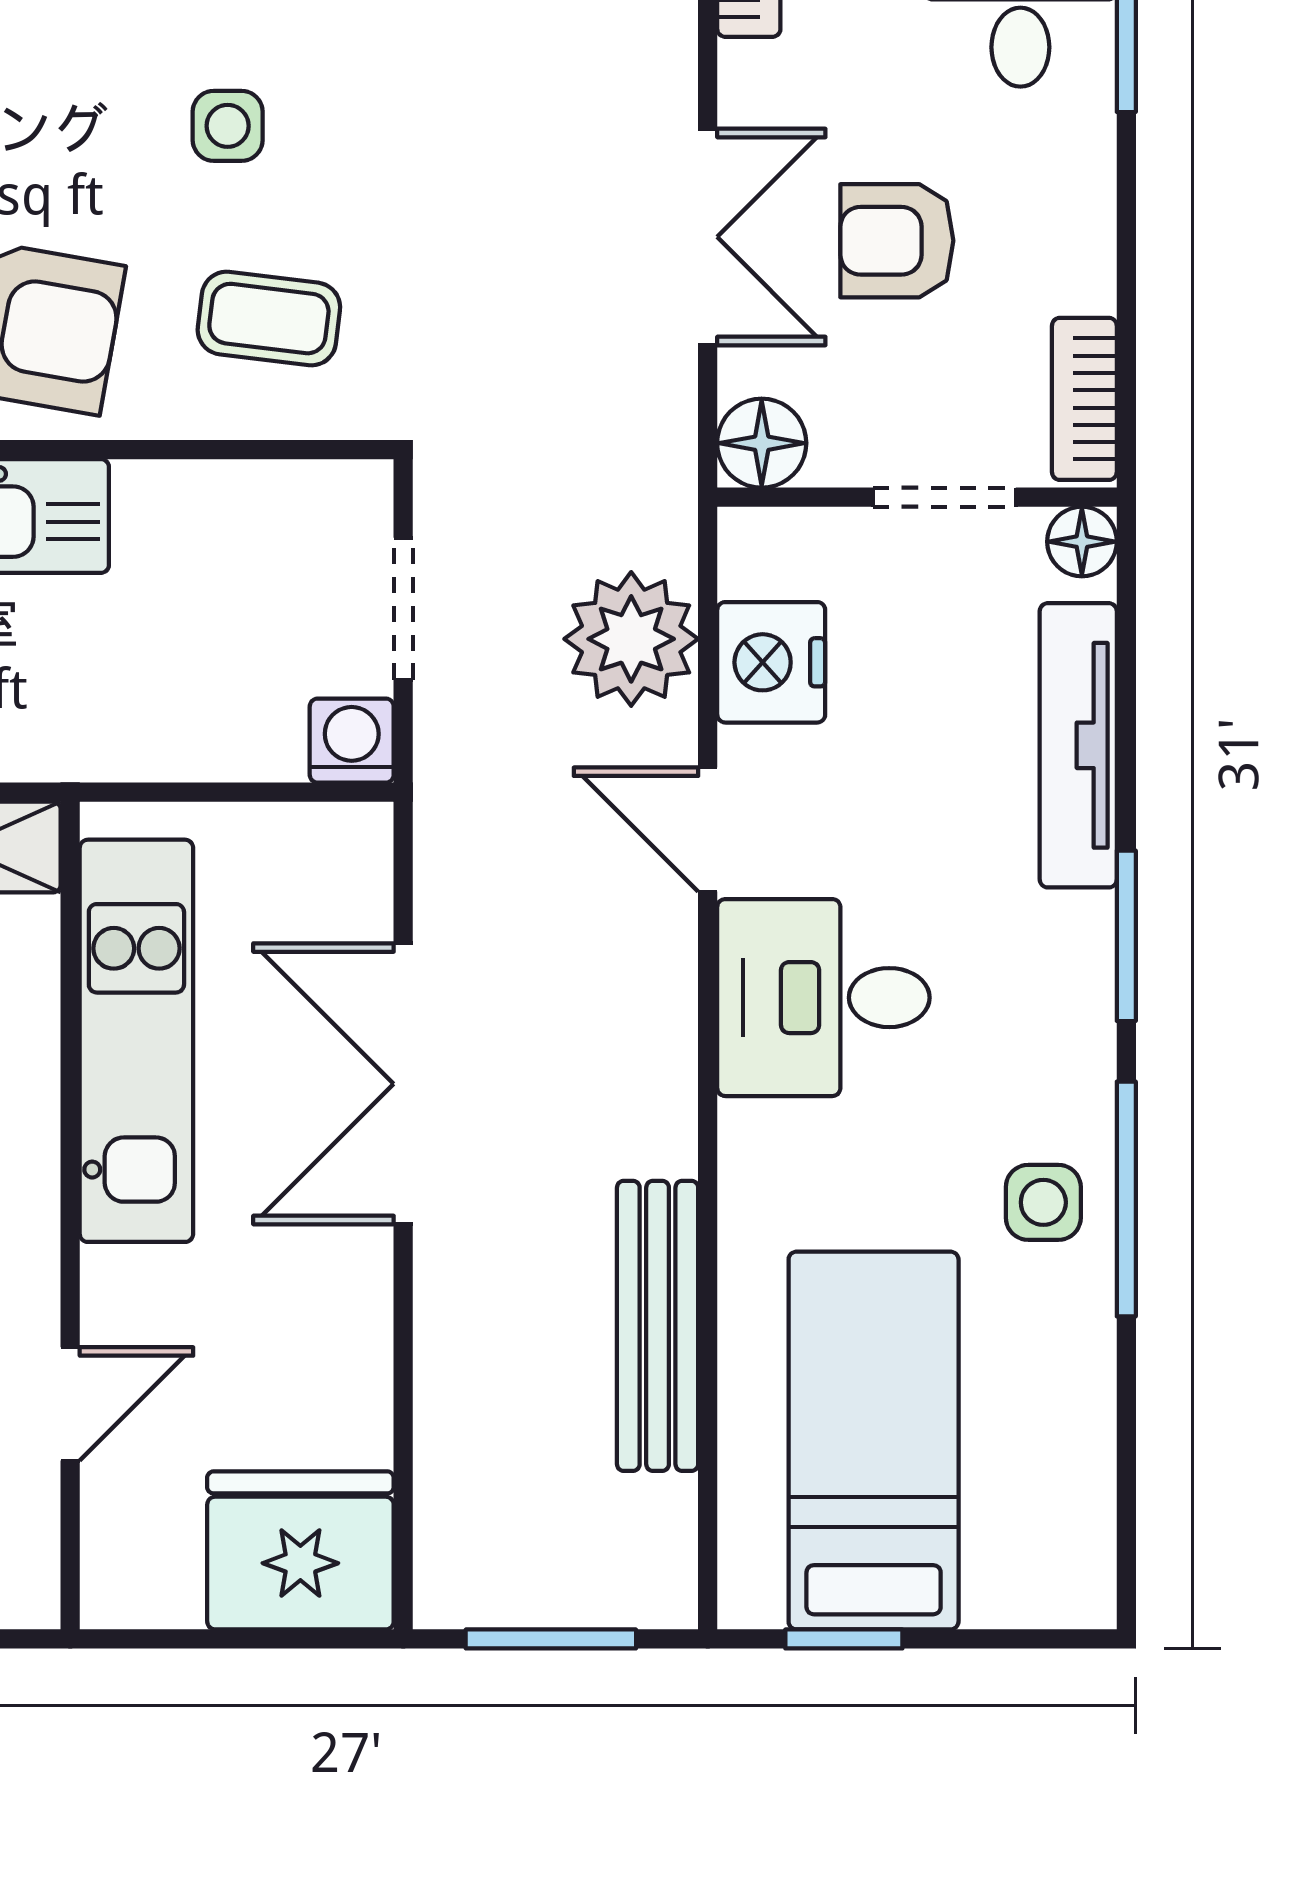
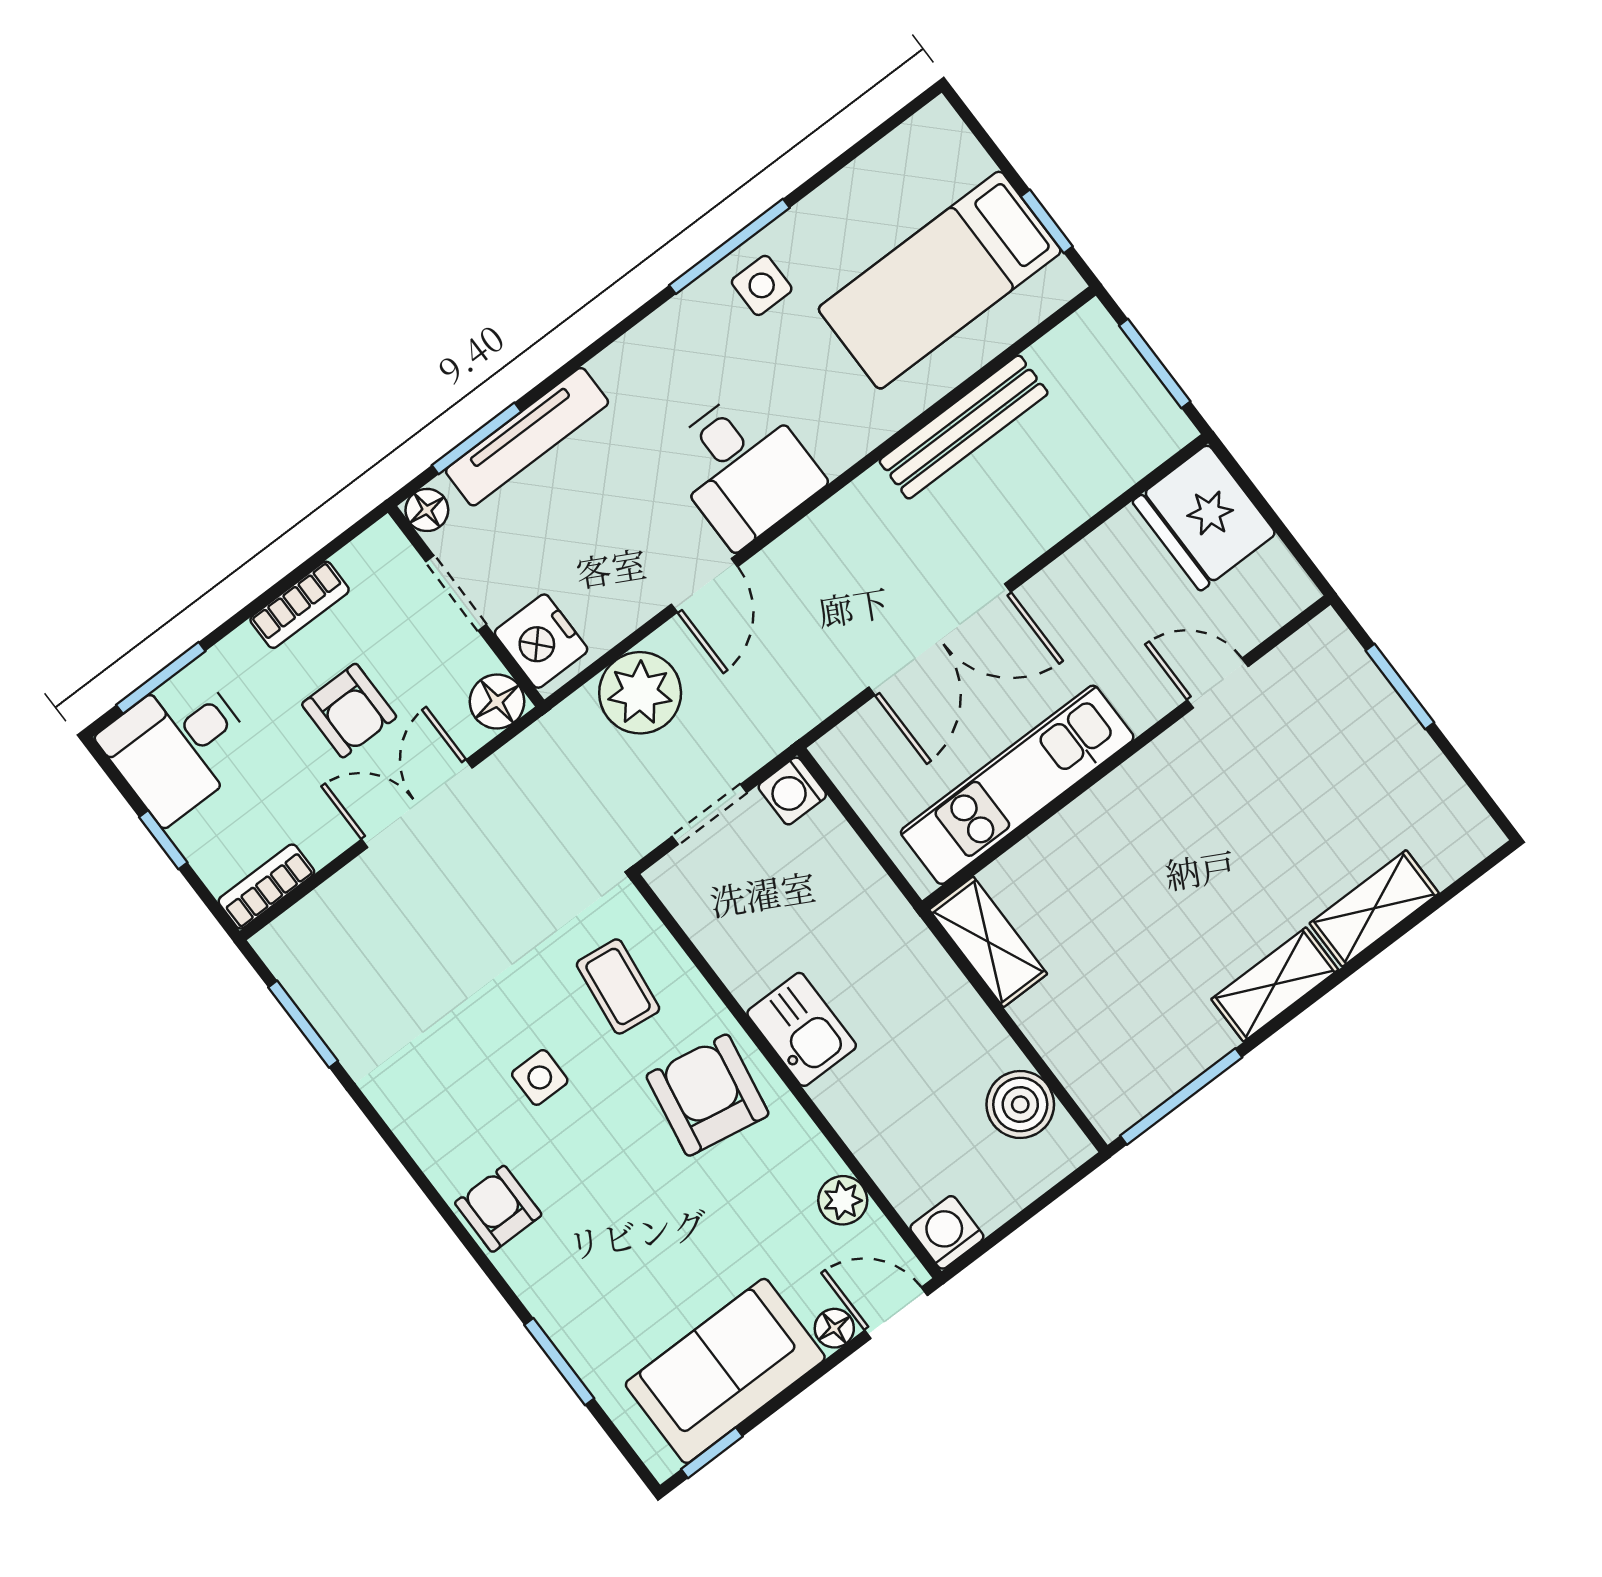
bookcase: (1084, 399) -> (300, 605), moved
nightstand: (771, 662) -> (541, 641), moved, turned 90
window: (1126, 936) -> (477, 438), moved

